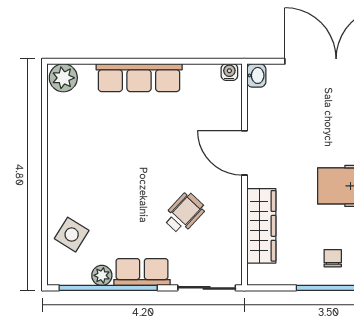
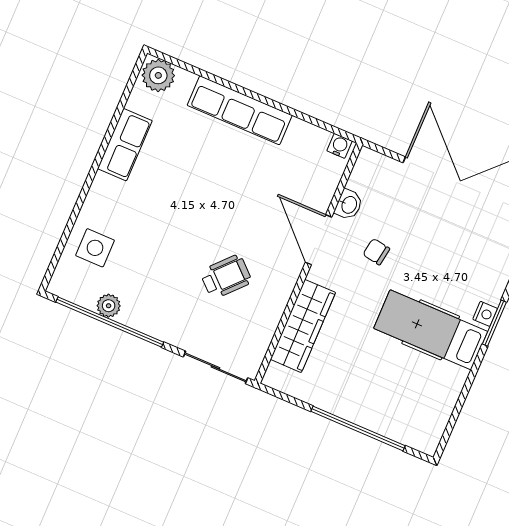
washbasin: (256, 75) -> (349, 205), moved
side table: (72, 235) -> (95, 248), turned -32
chair: (333, 258) -> (376, 252), moved, turned -81
row of seats: (142, 272) -> (125, 145), moved, turned 90

